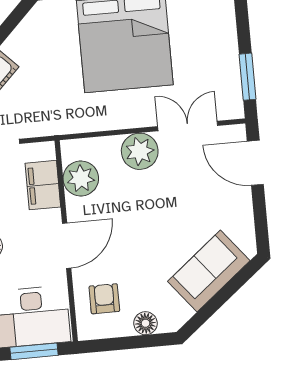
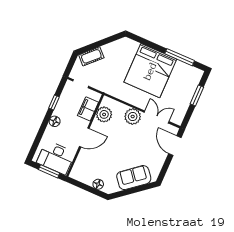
window: (247, 77) -> (197, 95), moved
armchair: (104, 299) -> (87, 166), removed

